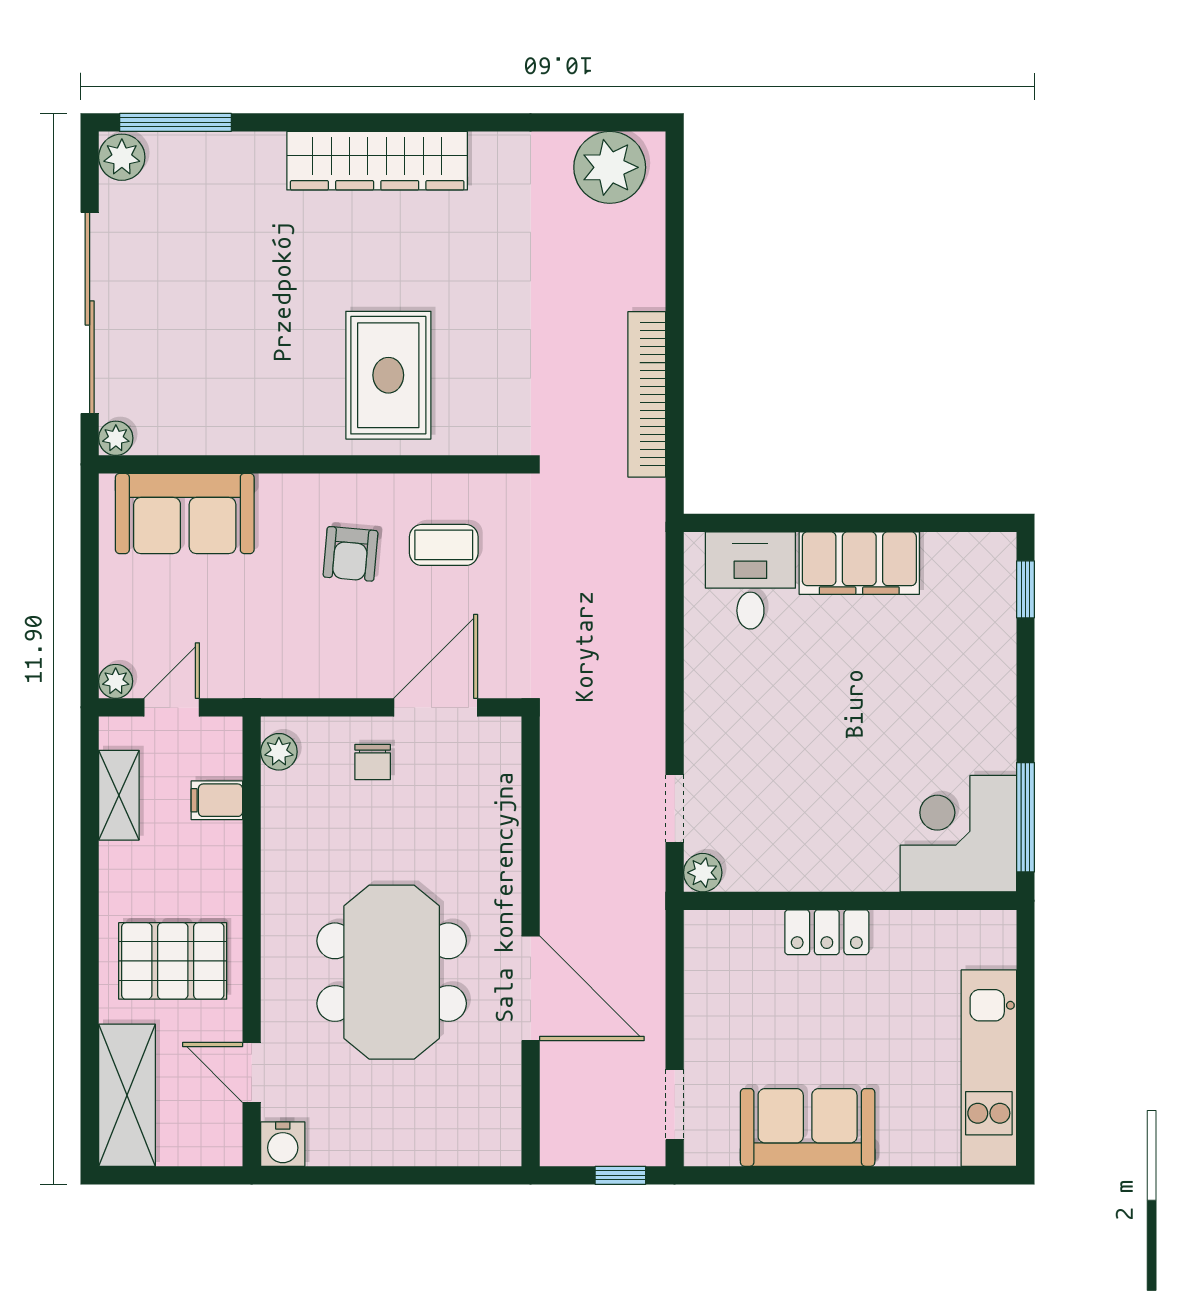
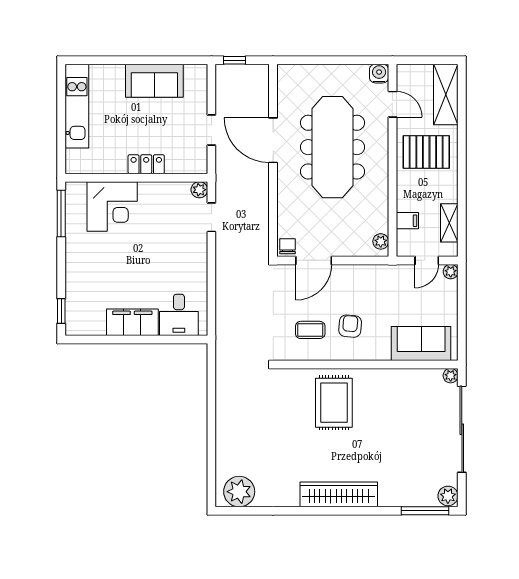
bookcase: (647, 394) -> (223, 394), removed
chair: (373, 762) -> (288, 246), moved
corner desk: (958, 834) -> (112, 206), moved
meeting table: (392, 972) -> (332, 147), width x1.36
doorway: (675, 1105) -> (211, 130), moved

